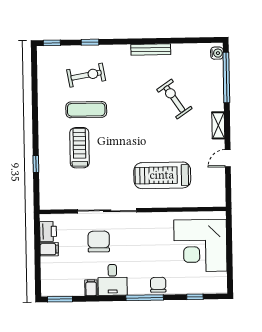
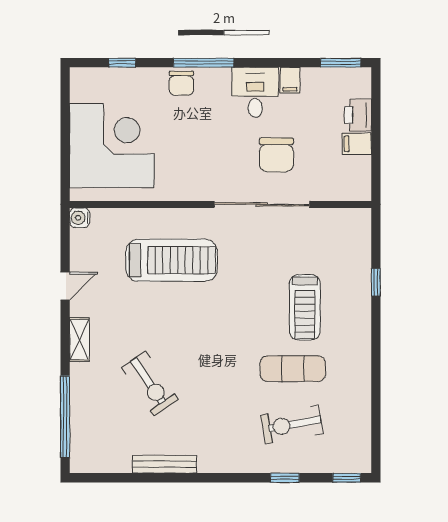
bench: (151, 49) -> (165, 464), moved
water cooler: (217, 53) -> (80, 218), moved
printer: (48, 231) -> (358, 115), moved

